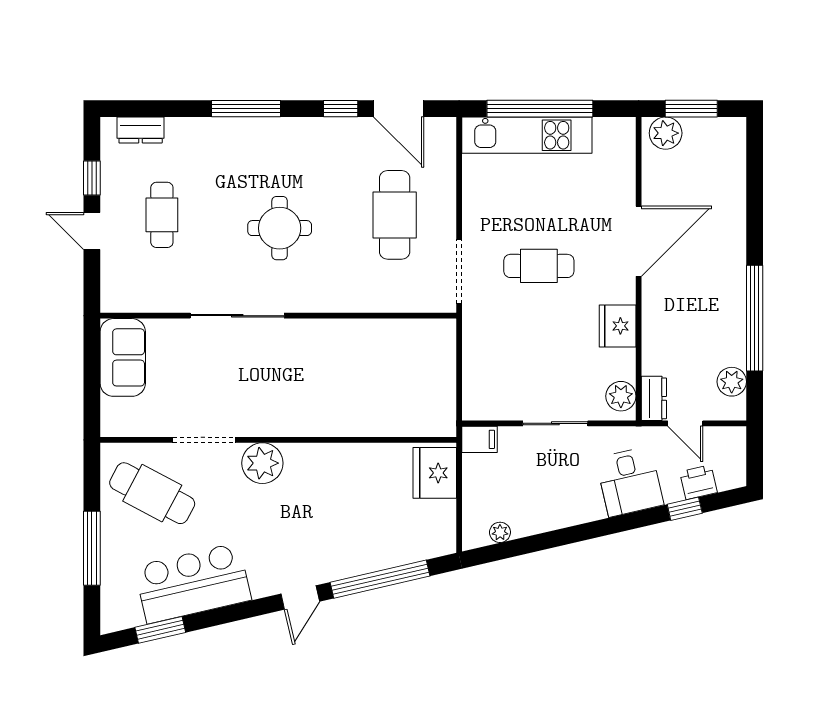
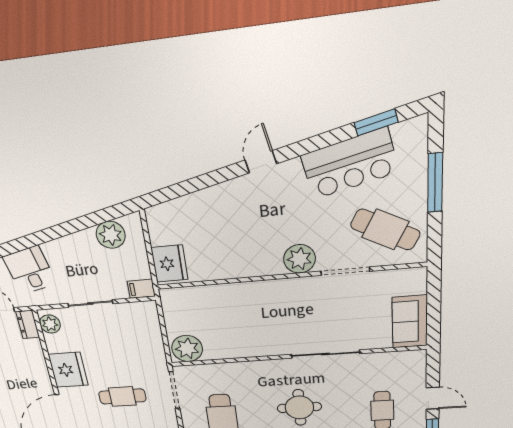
fridge: (618, 326) -> (68, 370), width x1.36, depth x1.34
plant: (430, 340) -> (187, 349), added
plant: (500, 532) -> (111, 235), width x1.87, depth x1.87
window: (380, 579) -> (199, 183), removed

